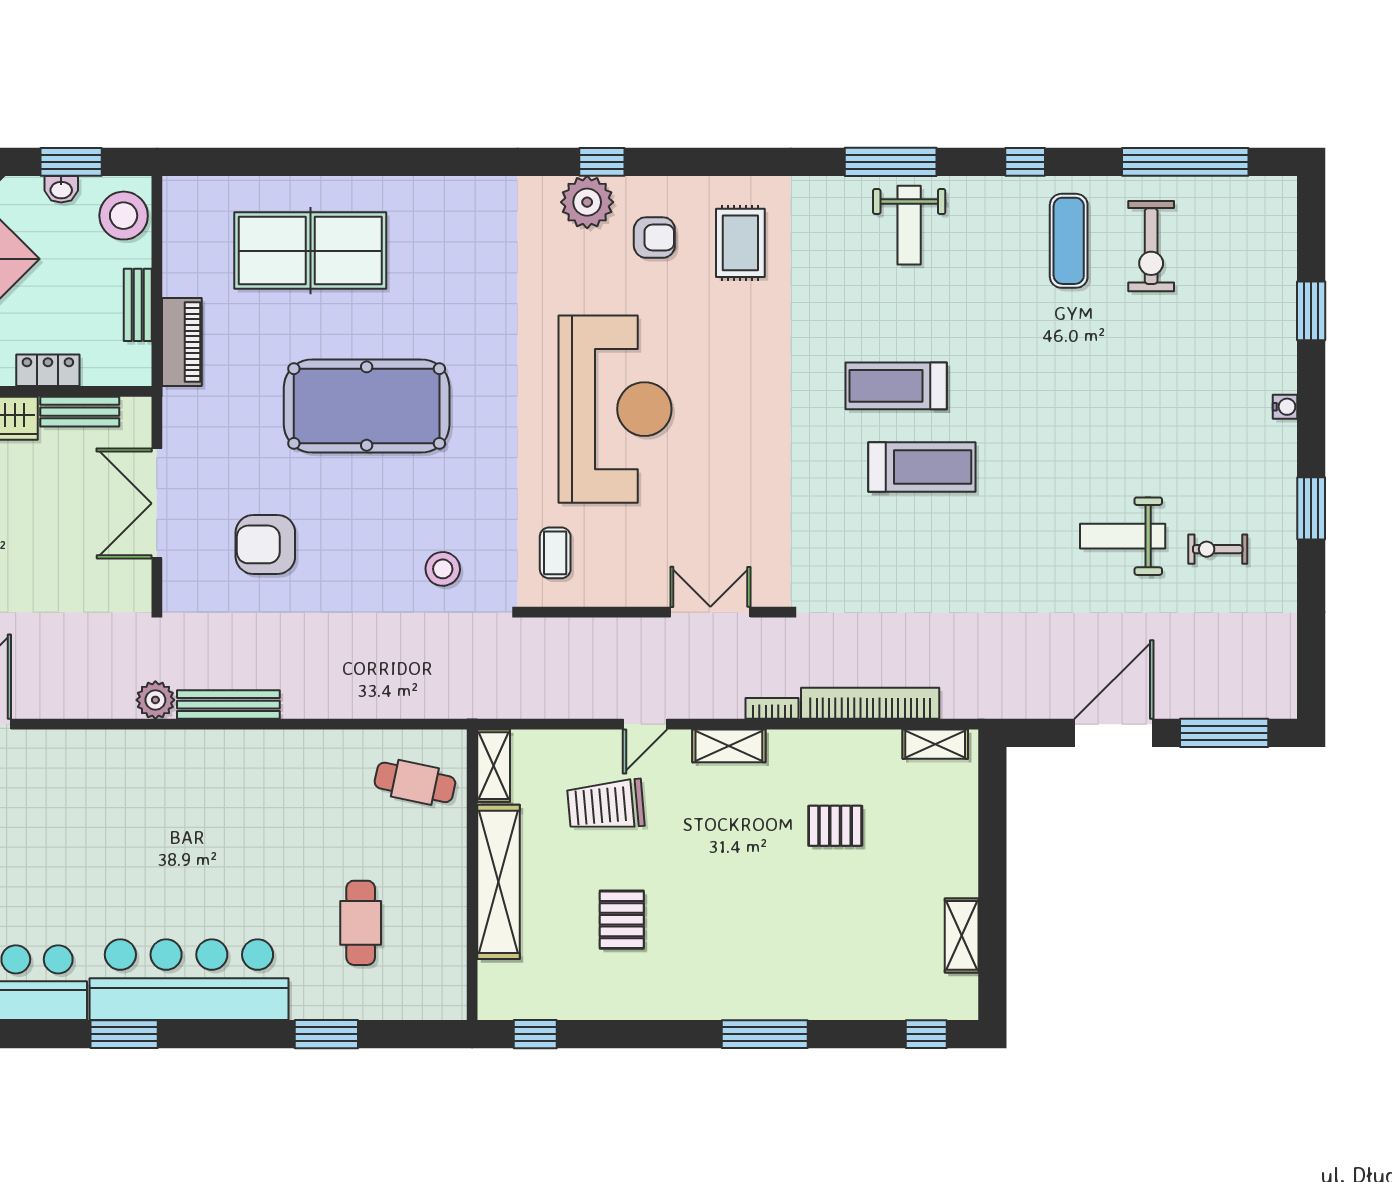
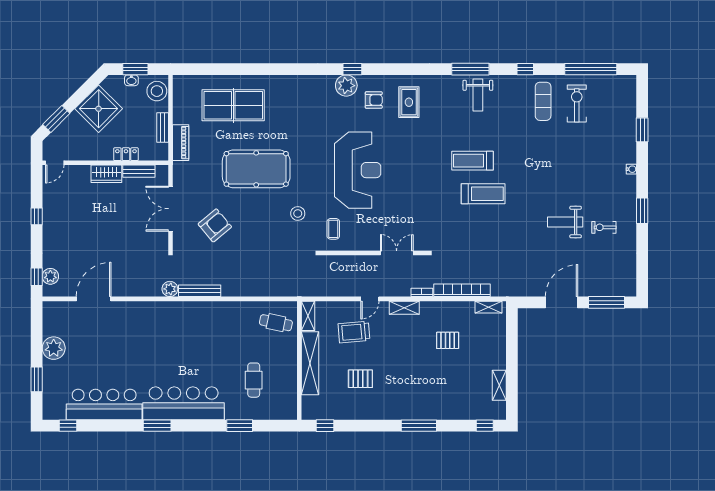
exercise bike: (1151, 246) -> (577, 103), turned 180
armchair: (265, 544) -> (215, 225), turned 140
stool: (443, 569) -> (298, 213), moved
pallet: (622, 920) -> (360, 379), turned 90

